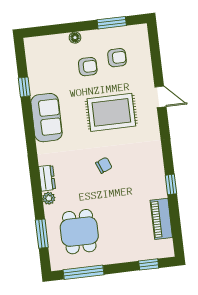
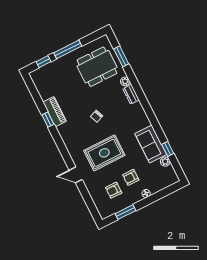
plant: (34, 71) -> (165, 162), added
sofa: (47, 118) -> (151, 144), moved
piano: (161, 219) -> (55, 112), moved
dining table: (79, 232) -> (97, 67), width x1.38
window: (84, 272) -> (68, 49), moved

